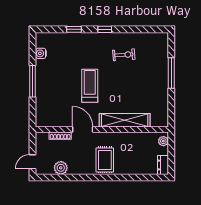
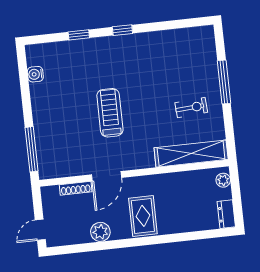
exercise bike: (124, 55) -> (191, 108), moved
window: (33, 81) -> (32, 149), moved
shelving: (125, 120) -> (191, 154), moved
door: (83, 130) -> (107, 176), swing flipped
plant: (61, 168) -> (100, 232), moved

